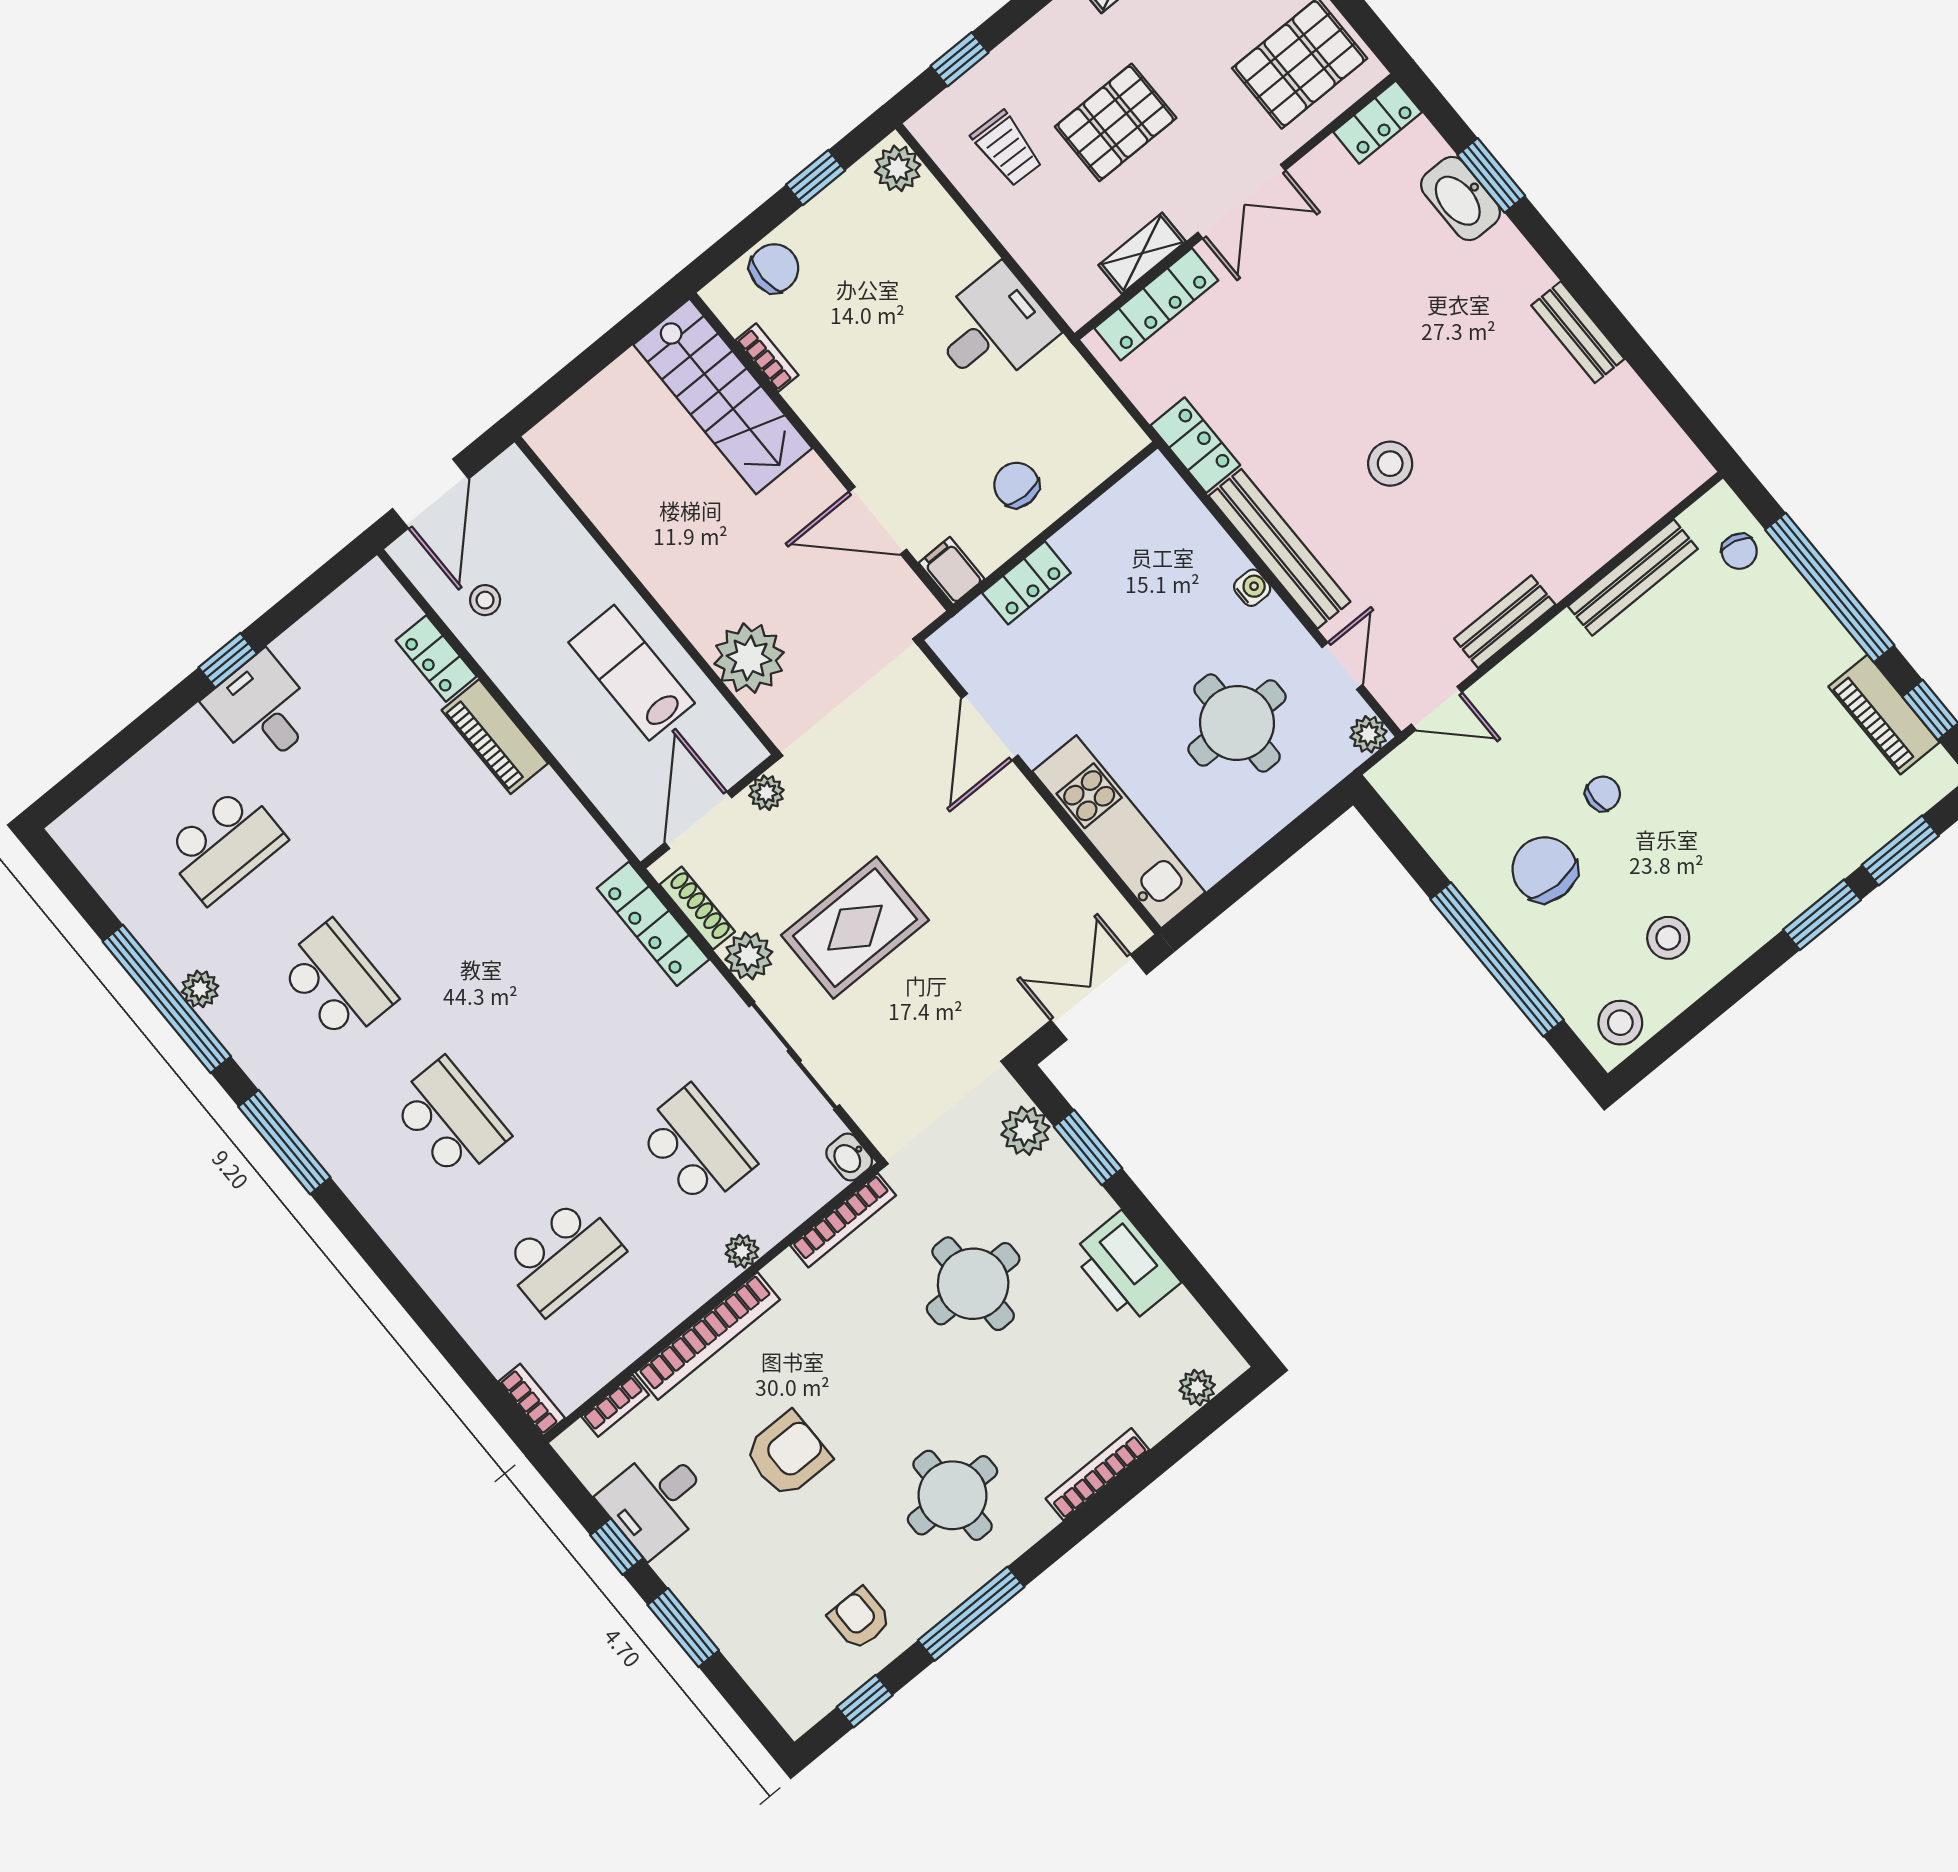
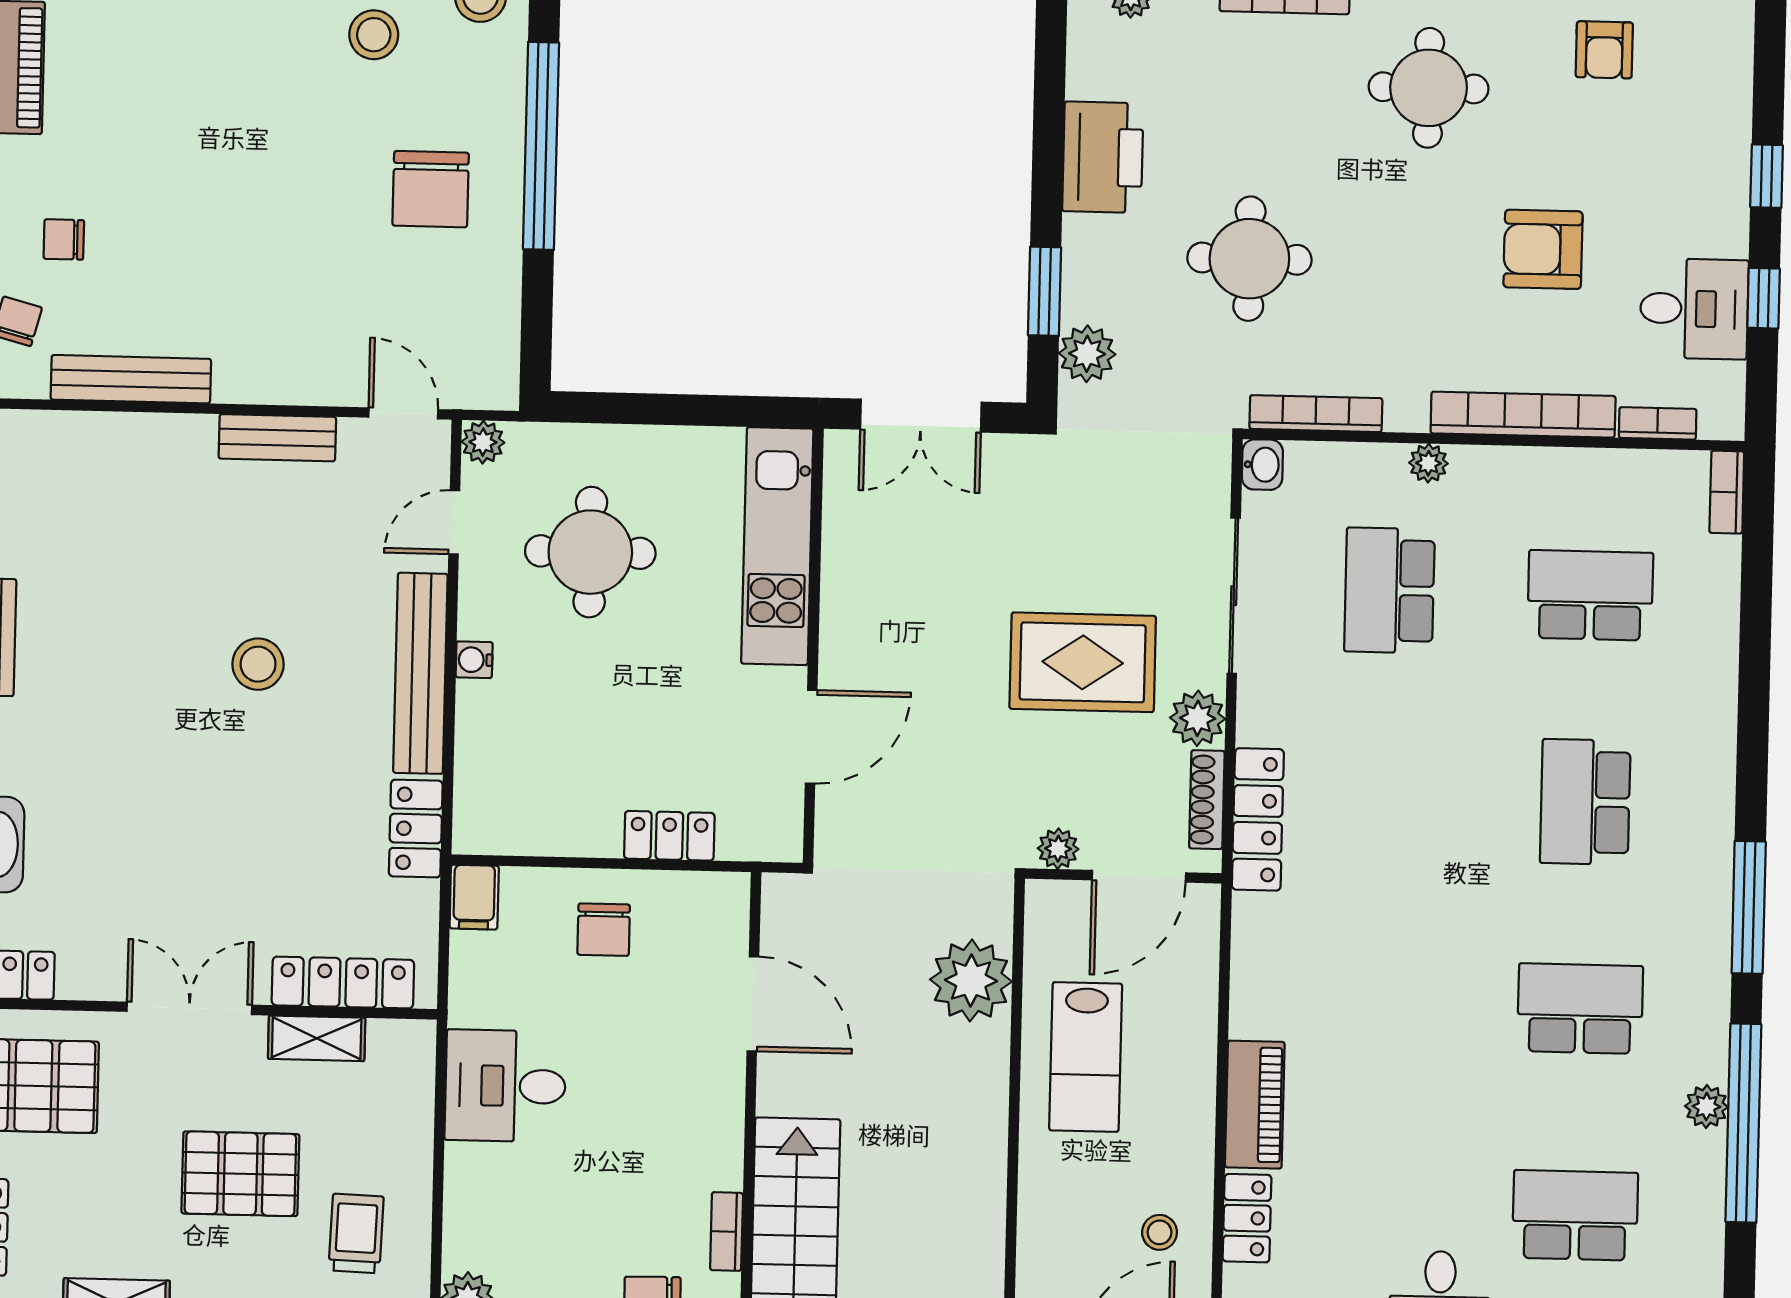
filing cabinet: (952, 571) -> (474, 897), moved
chair: (1603, 794) -> (64, 239), moved
school desk: (337, 982) -> (1580, 1009), turned 90
window: (683, 1628) -> (1767, 176), width x0.67

